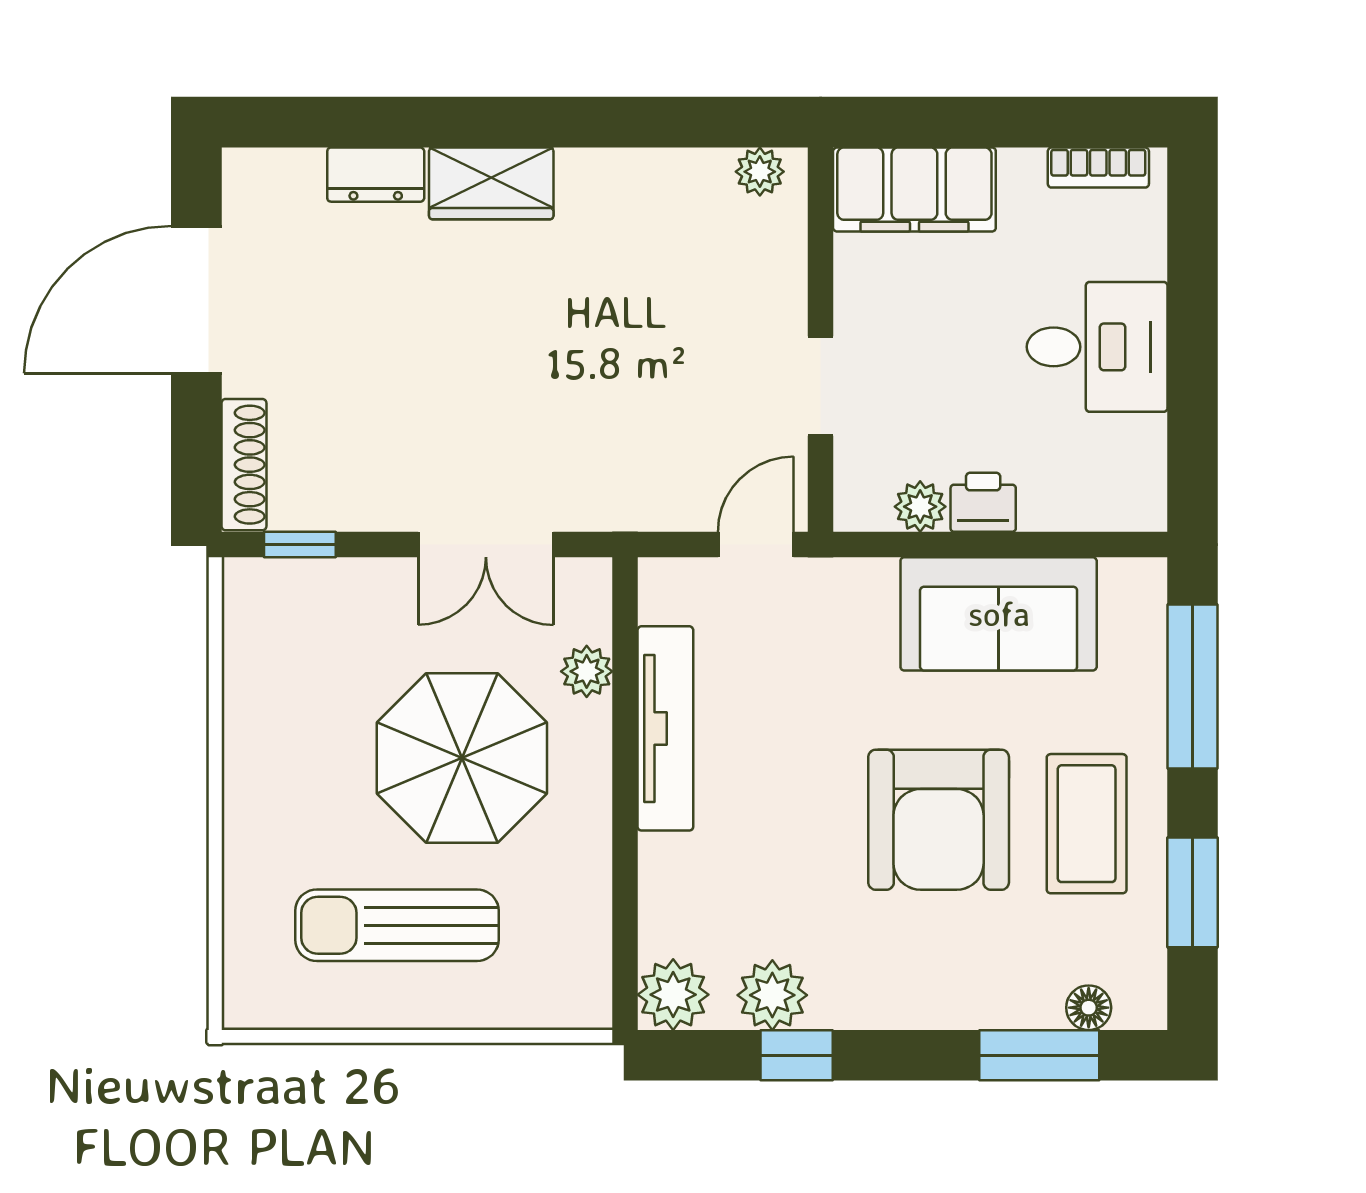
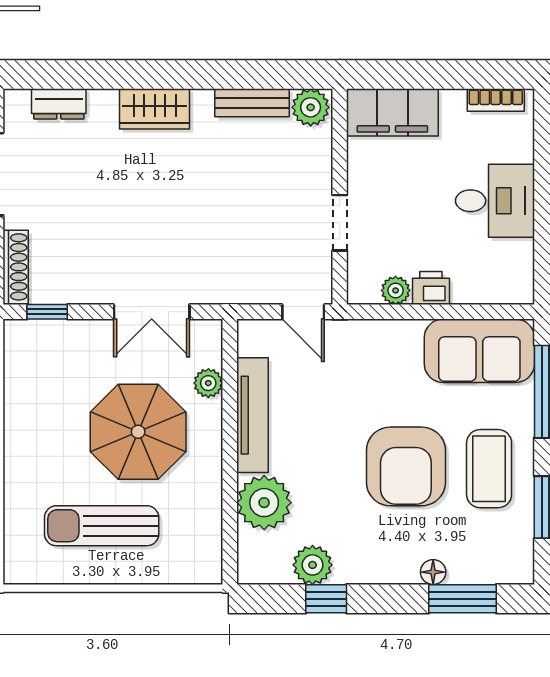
plant: (760, 172) -> (311, 107), width x1.38, depth x1.38
bench: (665, 173) -> (252, 103), added
dresser: (376, 175) -> (59, 104), moved
door: (756, 545) -> (303, 312), swing flipped
sofa: (999, 614) -> (479, 351), moved
plant: (673, 995) -> (264, 503), moved, width x1.36, depth x1.36
floor lamp: (1089, 1008) -> (433, 572), moved

